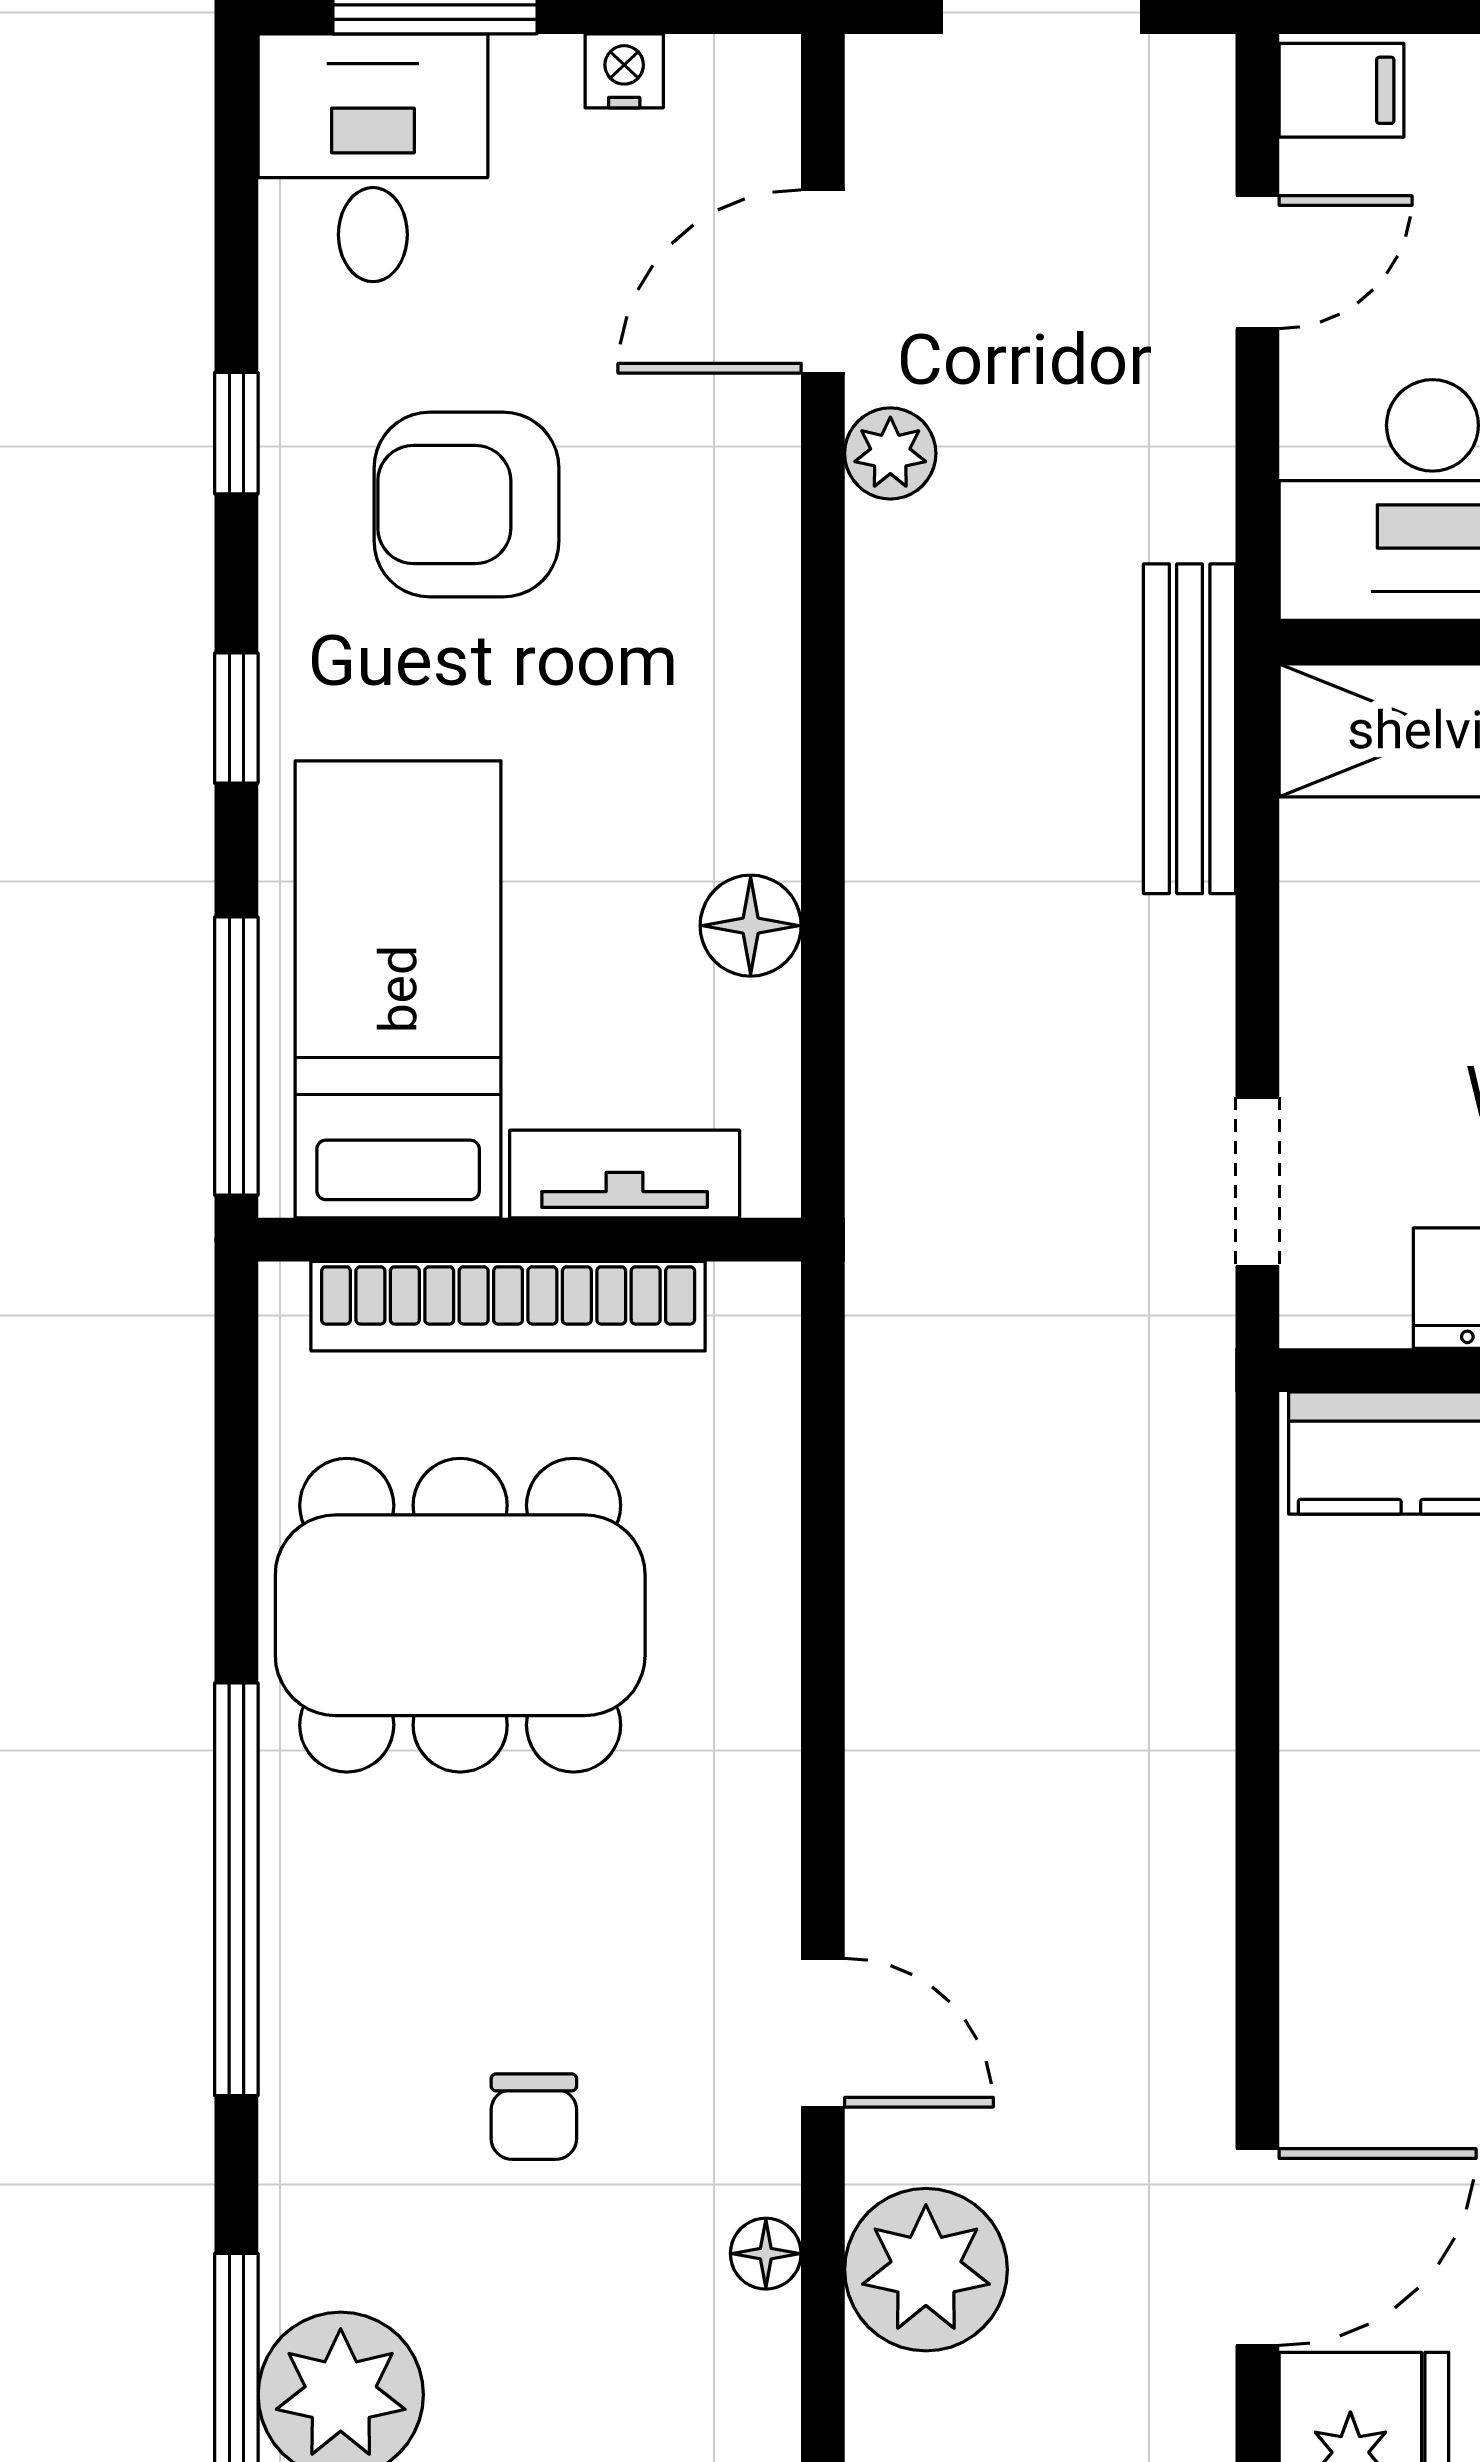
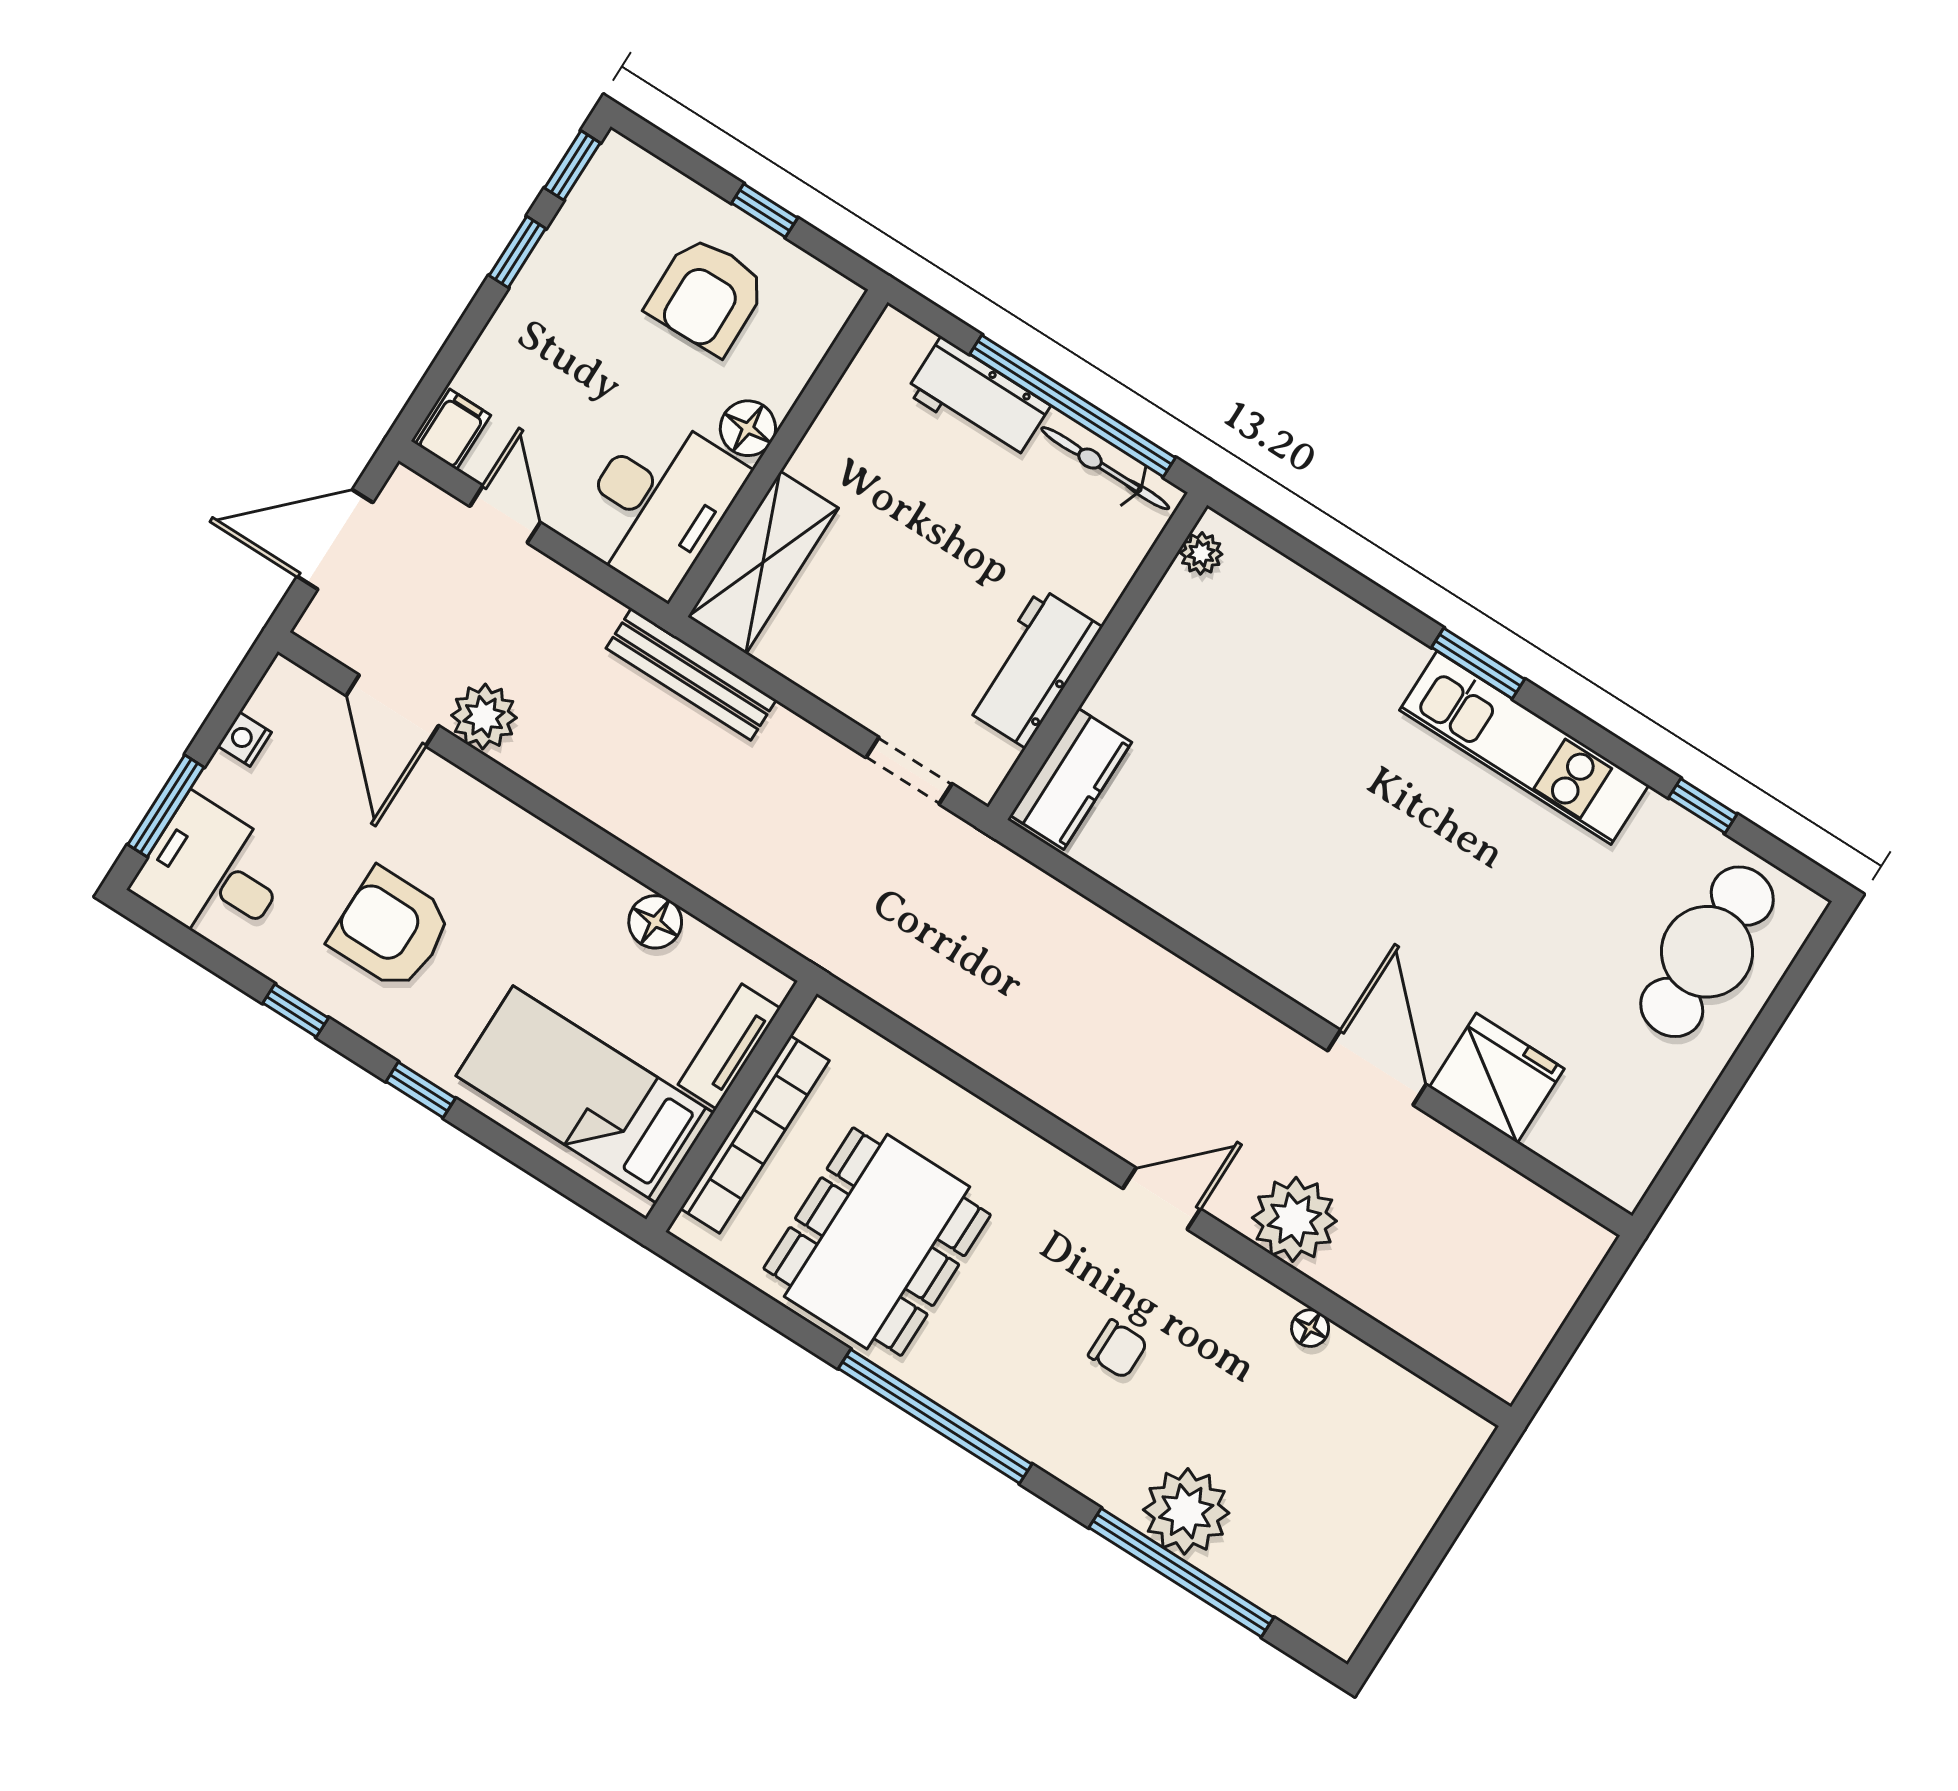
plant: (890, 453) -> (484, 717), width x1.38, depth x1.38
armchair: (466, 505) -> (391, 929), turned 90
window: (236, 1056) -> (569, 1184), removed
floor lamp: (766, 2254) -> (1310, 1328), moved

